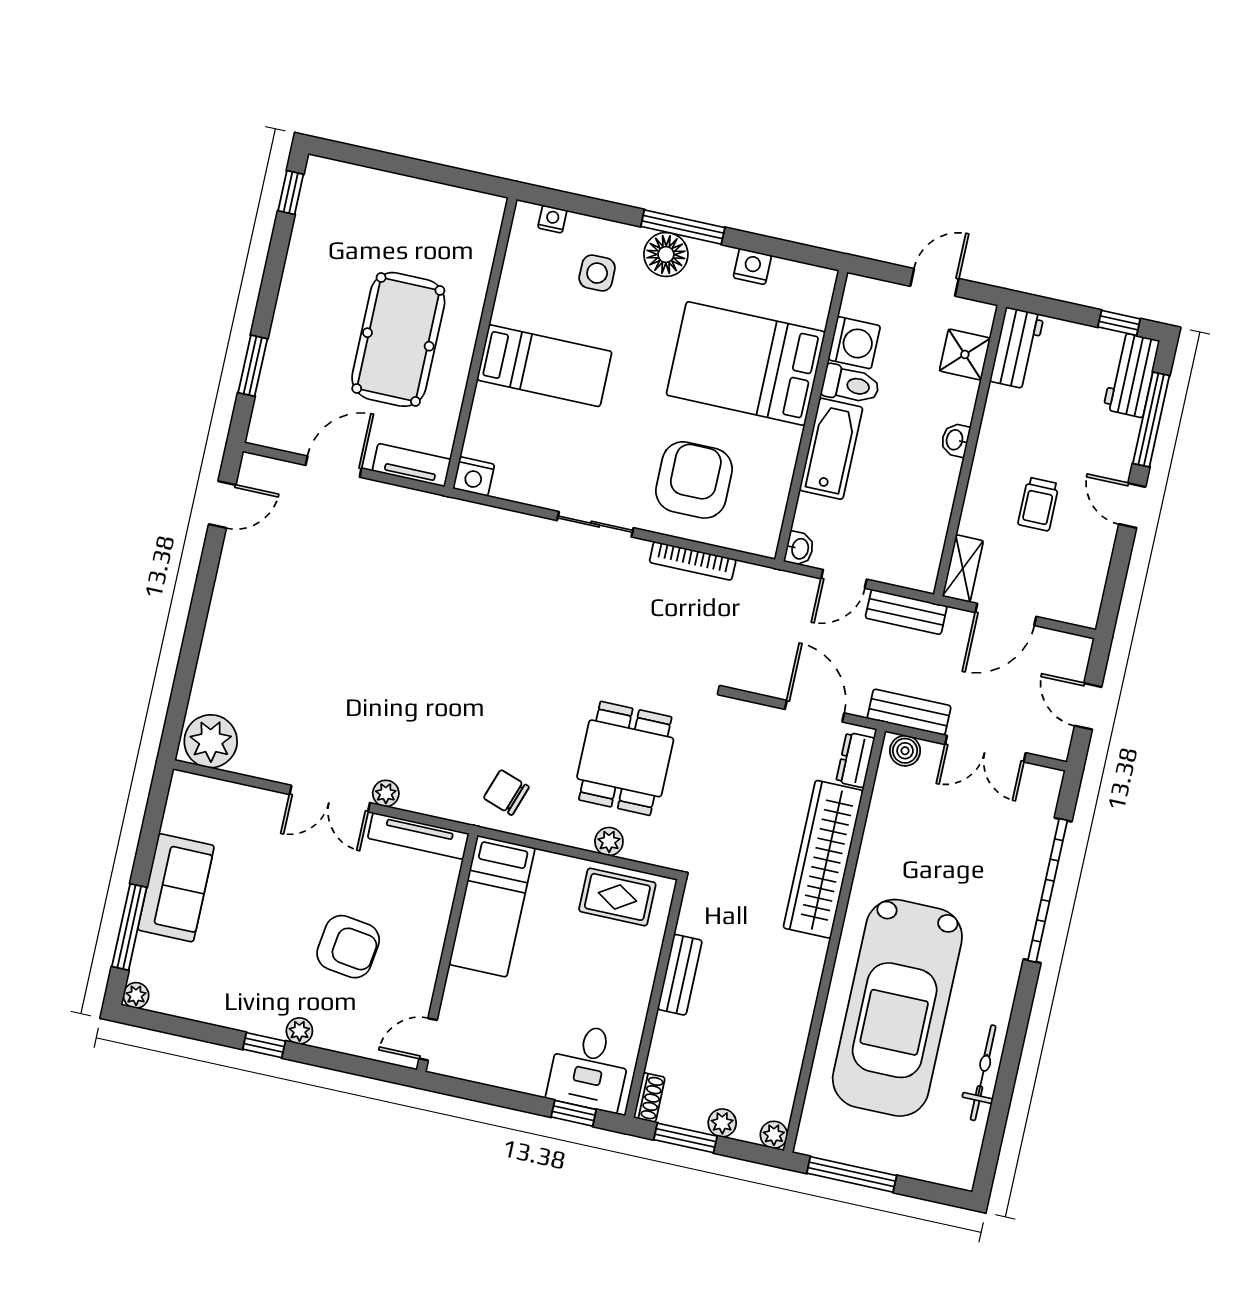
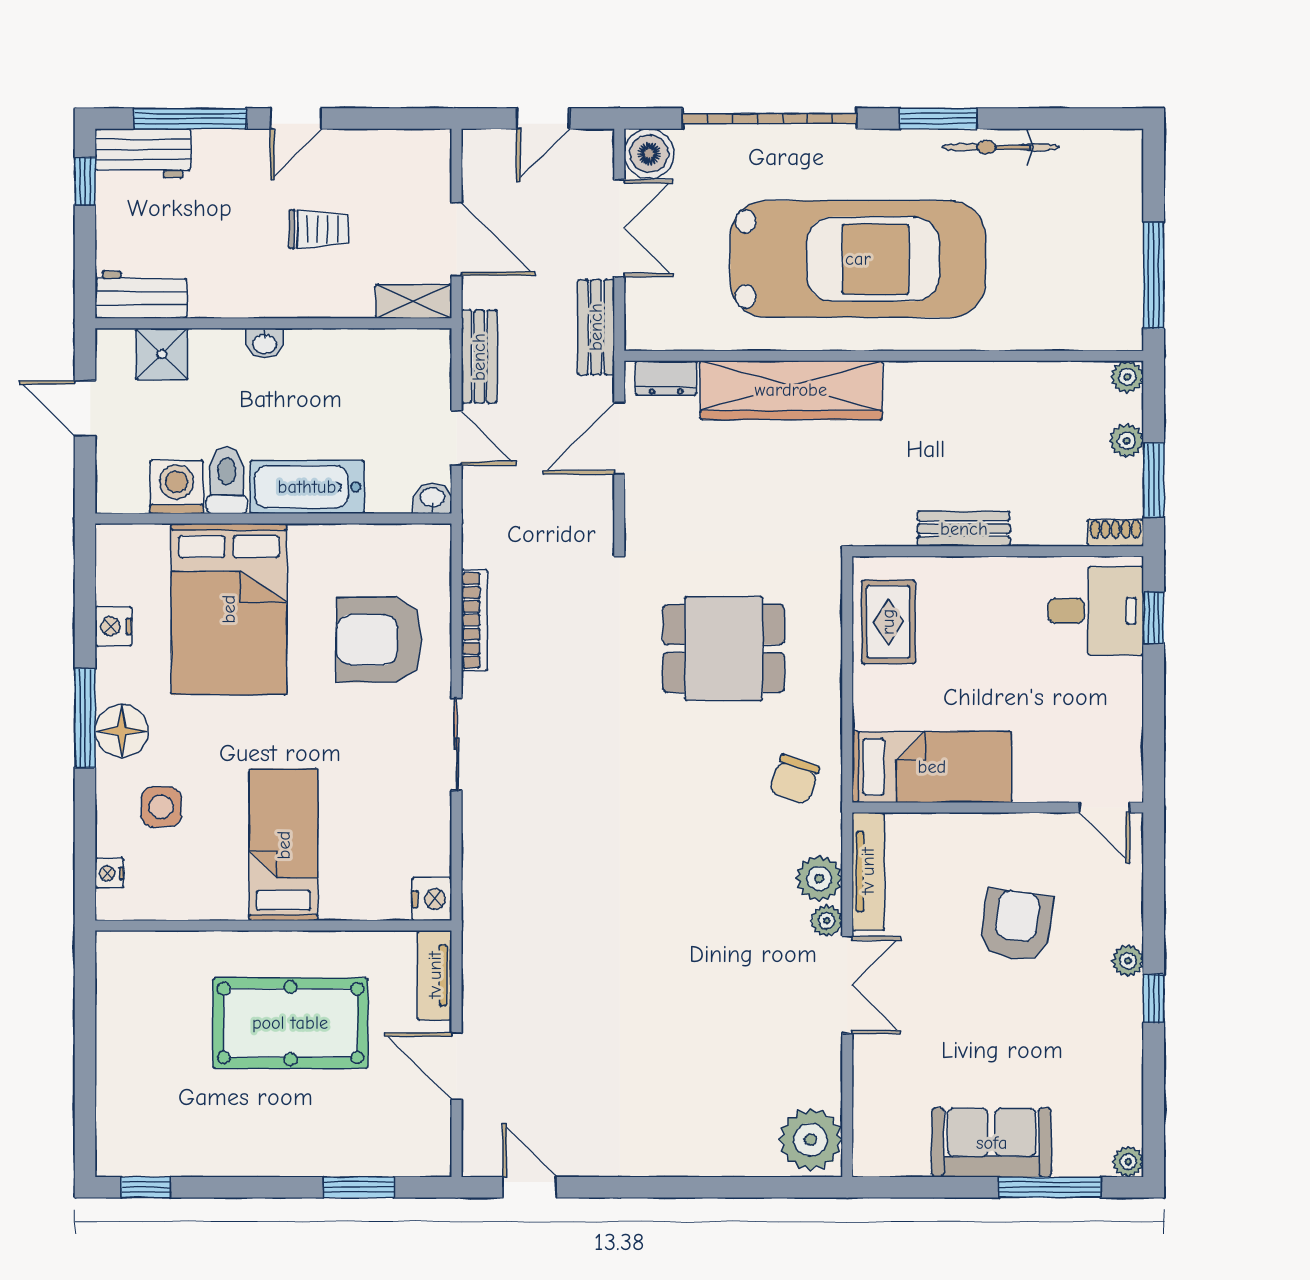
boiler: (905, 751) -> (649, 154), moved, width x1.36, depth x1.36
plant: (609, 841) -> (819, 878), moved, width x1.38, depth x1.38
car: (897, 1008) -> (858, 259), moved
window: (1017, 1028) -> (938, 119), added

